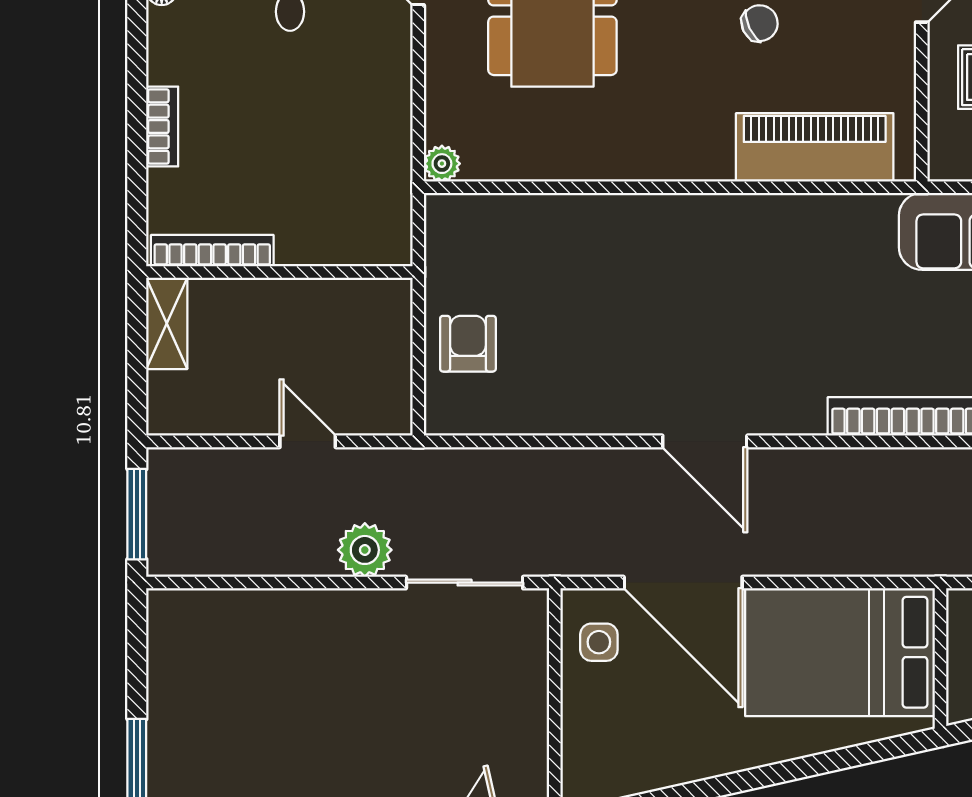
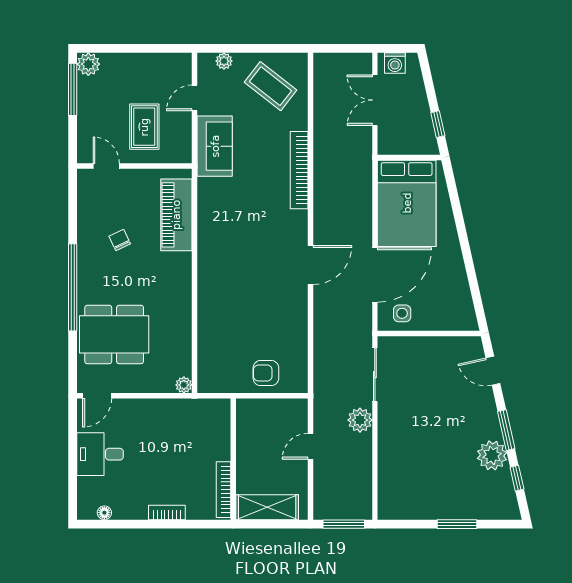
shelving: (167, 323) -> (267, 507), width x1.50, depth x1.33

